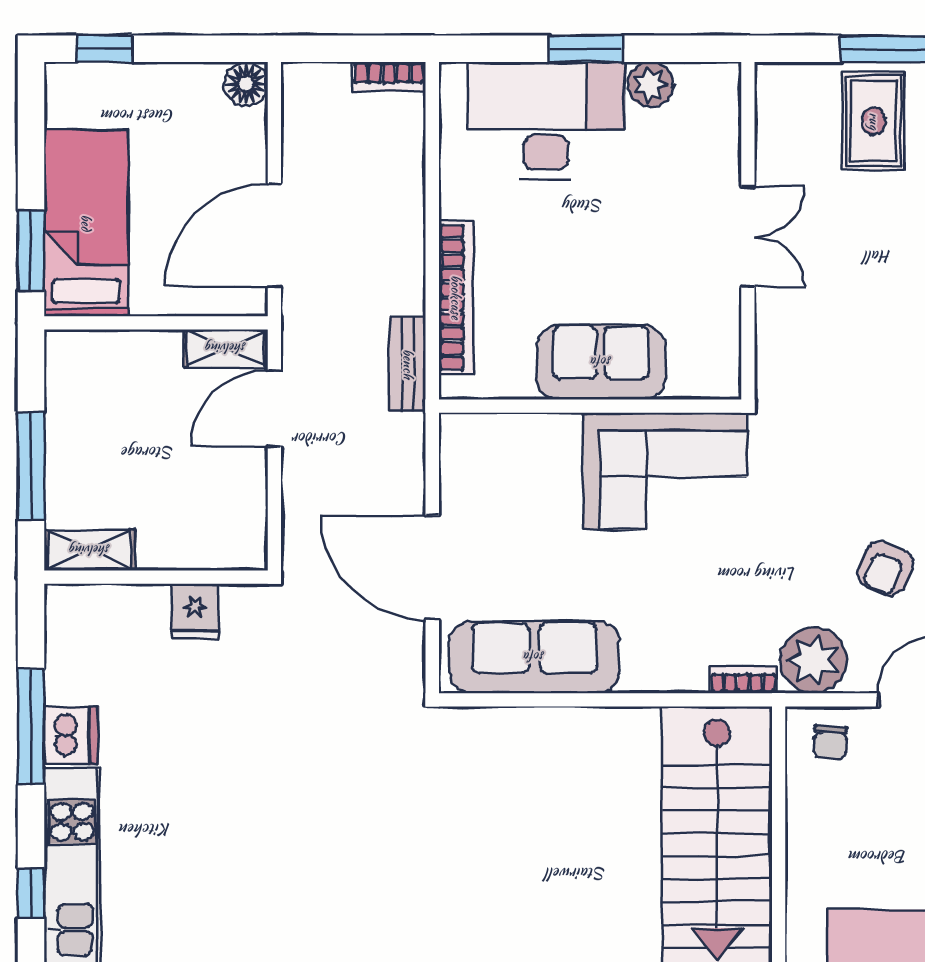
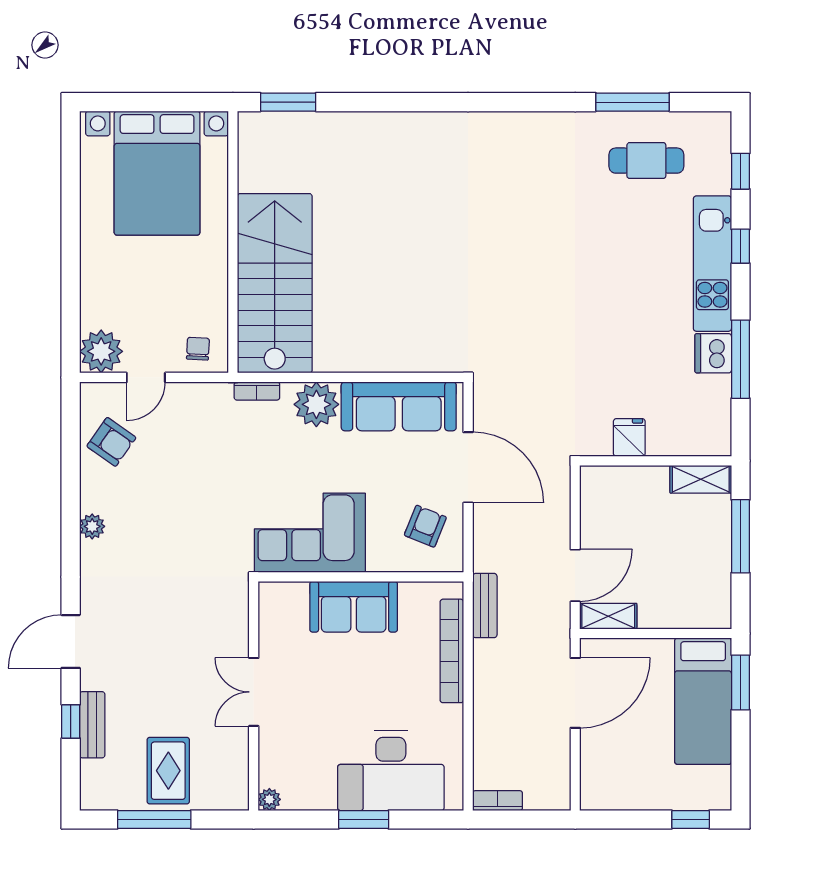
floor lamp: (246, 84) -> (595, 796), removed
plant: (650, 85) -> (269, 799), moved, width x0.73, depth x0.73
armchair: (885, 568) -> (425, 526), moved
plant: (813, 660) -> (316, 404), moved

